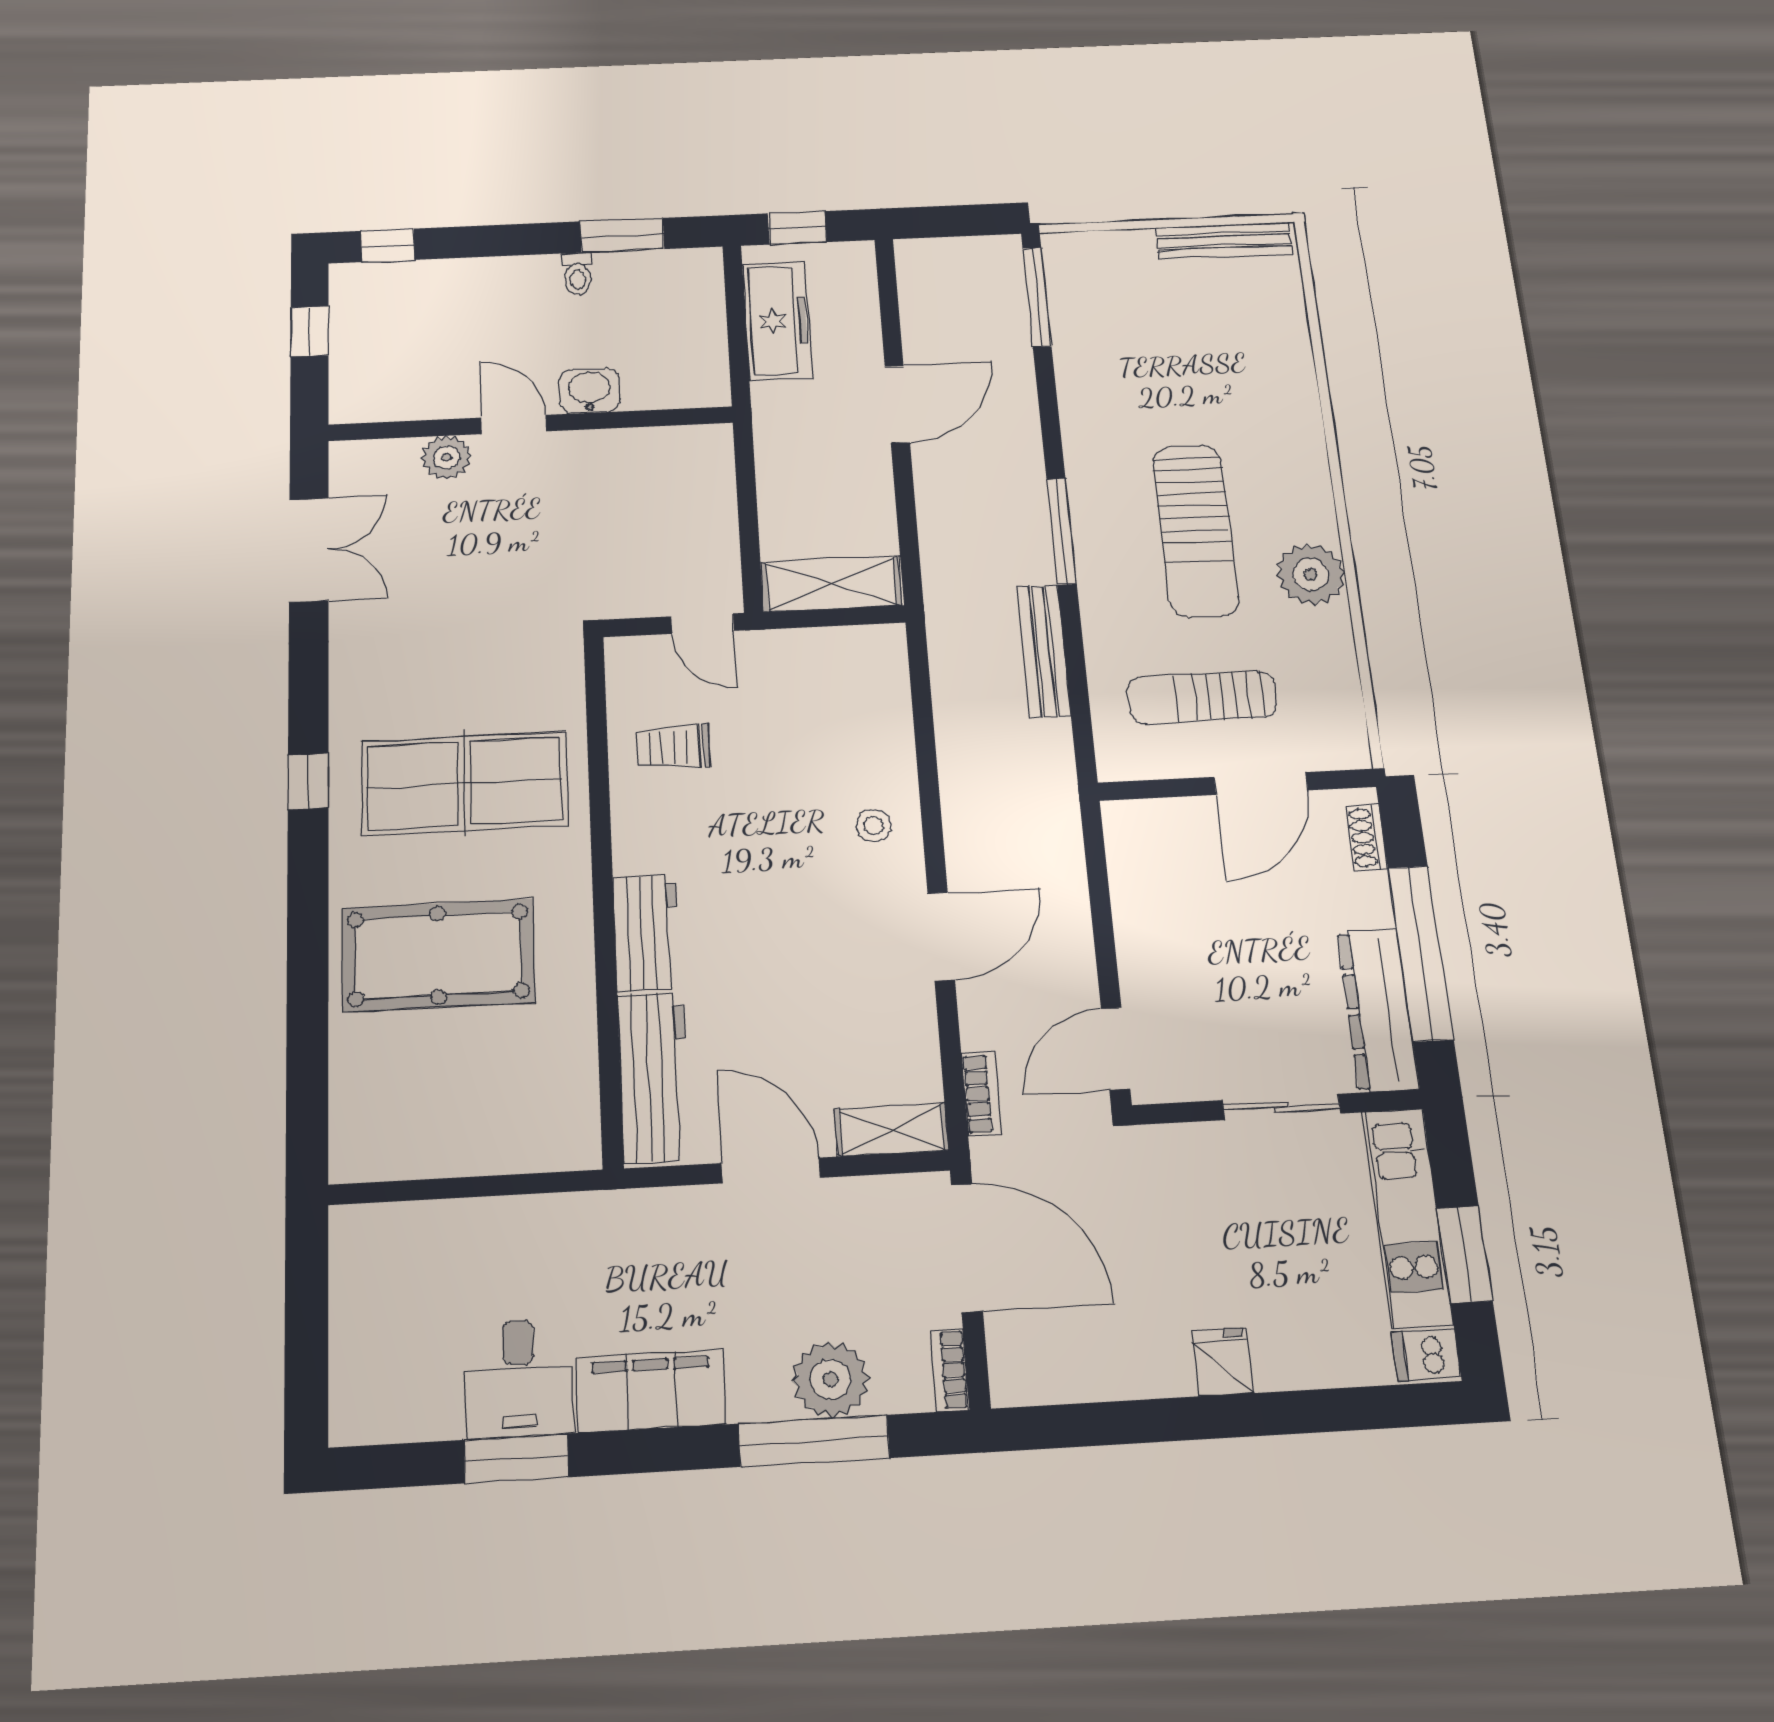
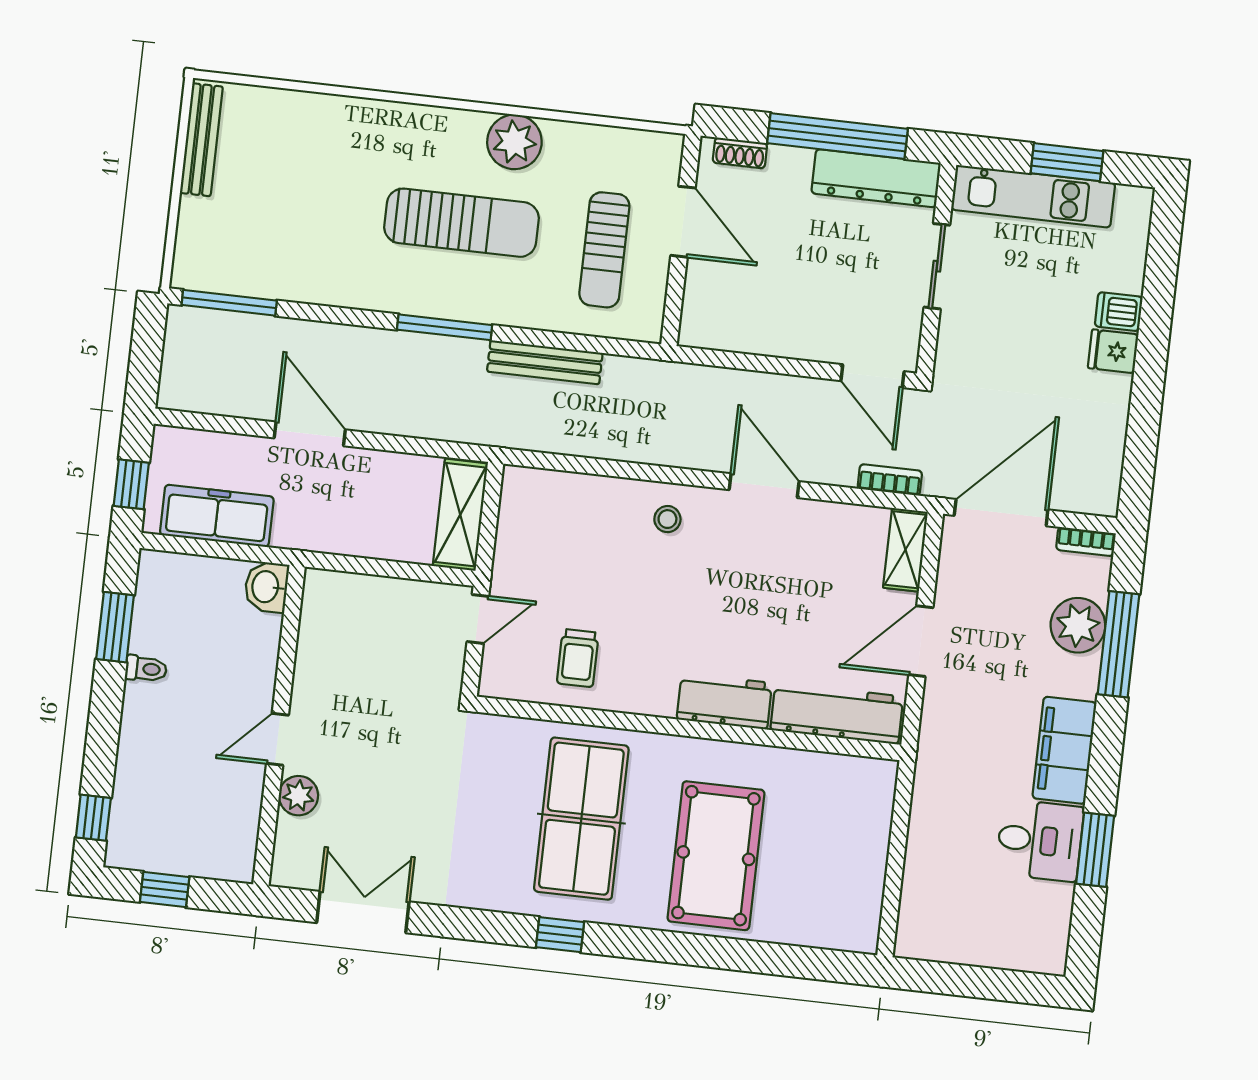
washbasin: (590, 390) -> (266, 587), moved
dishwasher: (1426, 1355) -> (1119, 312), moved, turned 90

